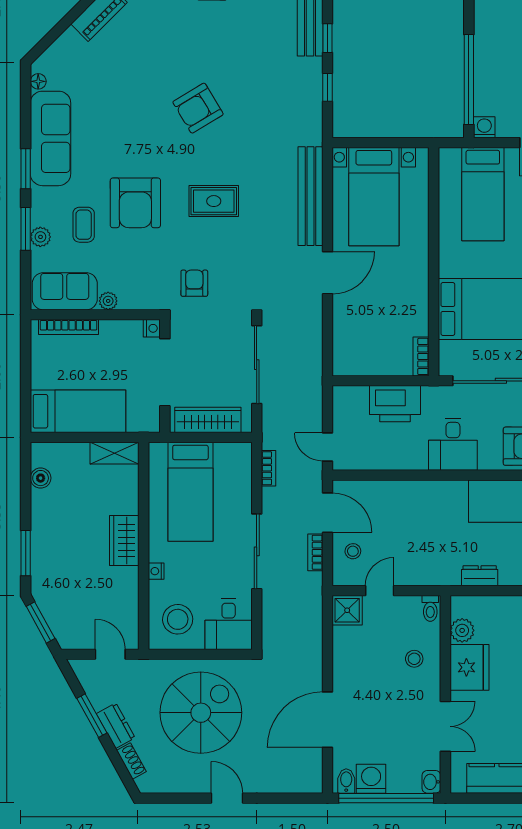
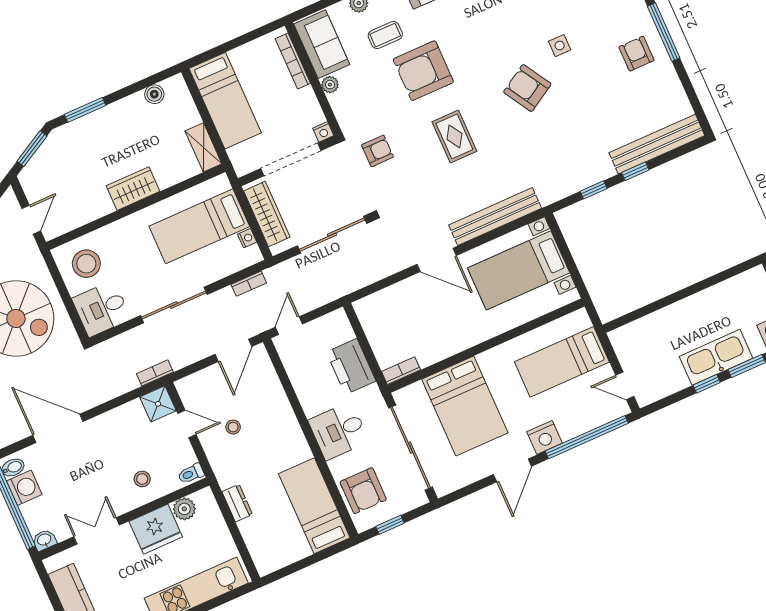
side table: (170, 58) -> (560, 46), added
window: (469, 80) -> (654, 307), removed
washing machine: (484, 127) -> (619, 338), removed
stool: (353, 551) -> (233, 427), moved
bookcase: (315, 552) -> (155, 373), moved
nightstand: (156, 571) -> (247, 238), moved, turned 90
double door: (445, 726) -> (97, 531), swing flipped

